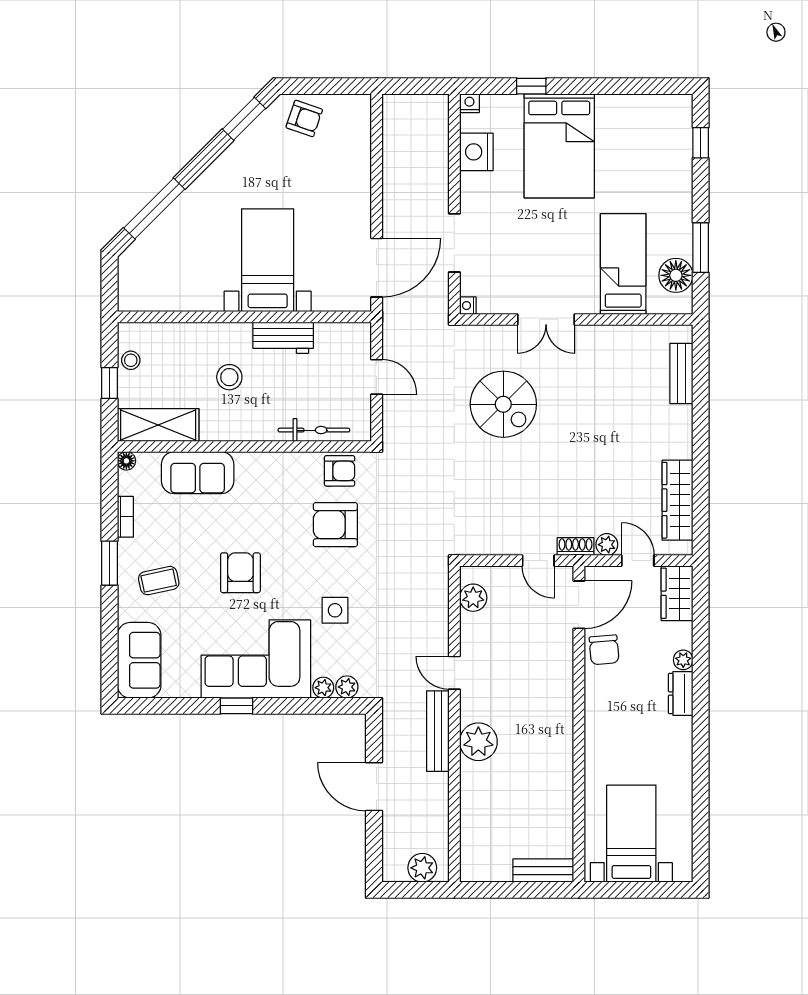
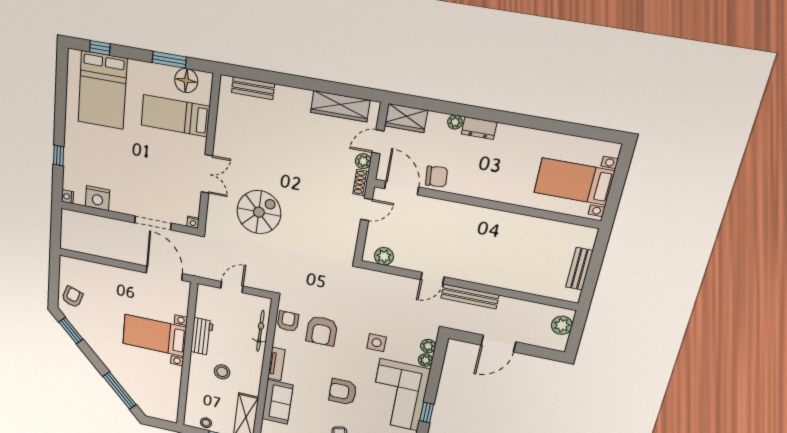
bed: (559, 146) -> (102, 90), moved, turned 90
tv unit: (264, 462) -> (276, 364), added
plant: (478, 742) -> (483, 272), removed
bench: (543, 871) -> (579, 269), moved

